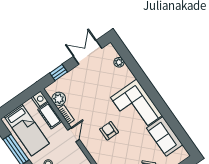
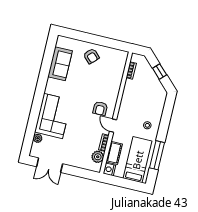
window: (59, 73) -> (80, 172), removed
corner sofa: (136, 106) -> (53, 116), moved
armchair: (109, 131) -> (100, 108), moved
door: (74, 135) -> (113, 126), hinge flipped

